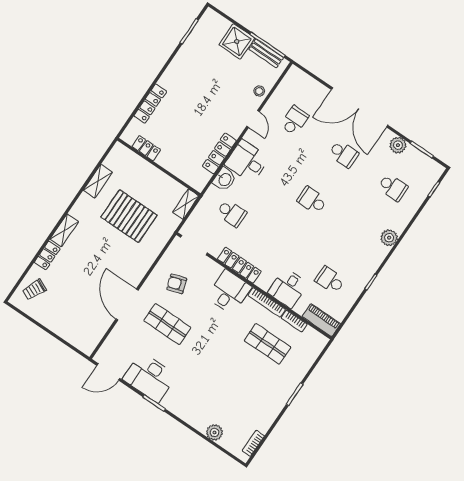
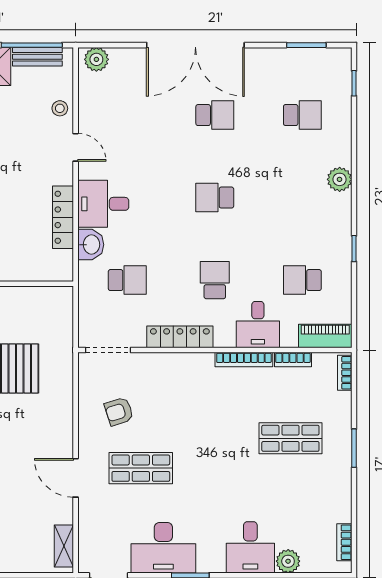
school desk: (294, 121) -> (215, 280), moved
plant: (398, 145) -> (96, 59), moved
shelving: (186, 204) -> (64, 546), moved
desk: (229, 292) -> (250, 547), moved, turned 180
door: (127, 305) -> (76, 478), width x0.73
shop shelf: (268, 344) -> (290, 438), moved
bookcase: (318, 348) -> (345, 373), added

